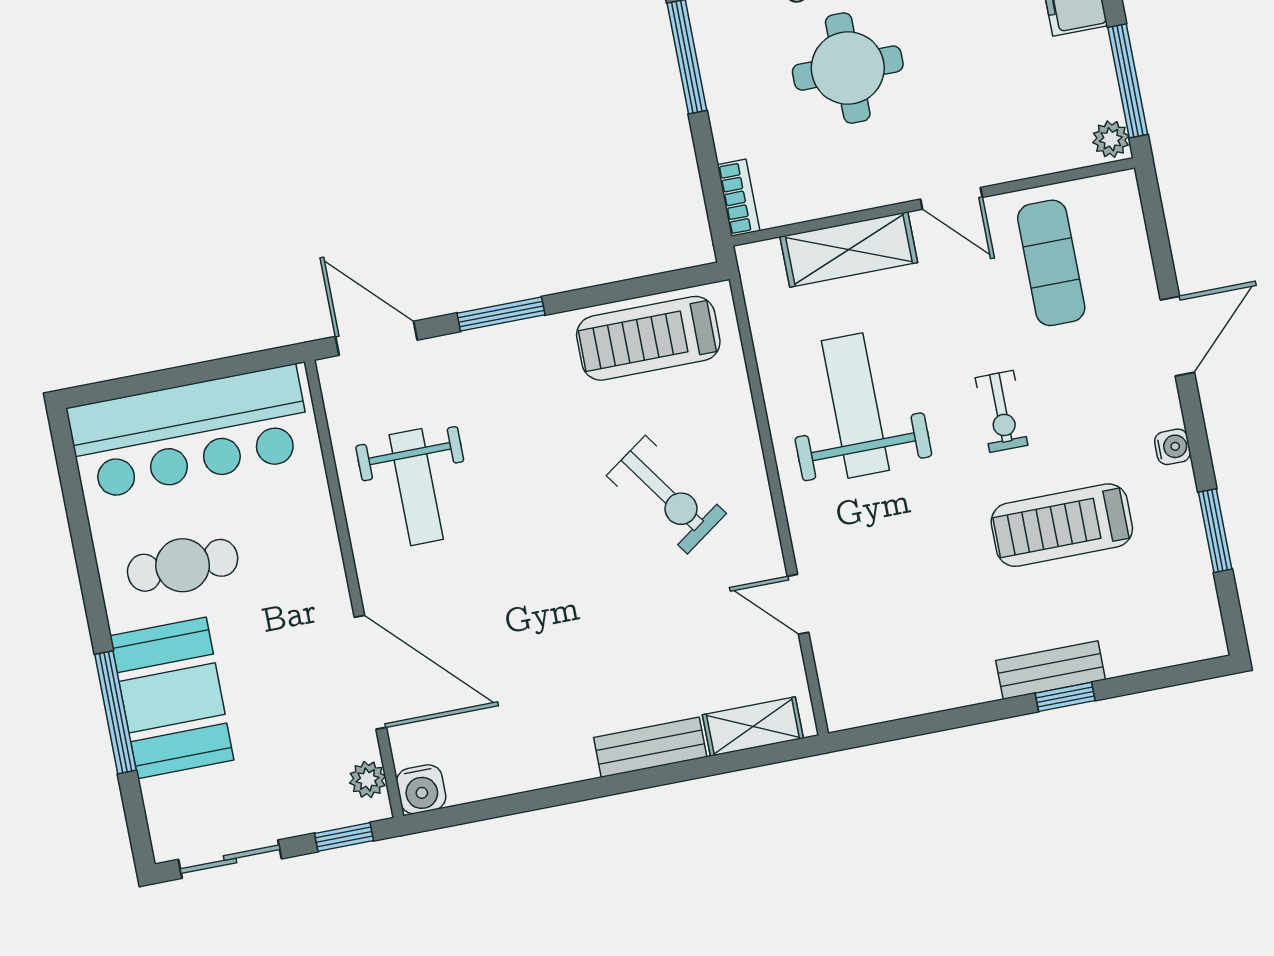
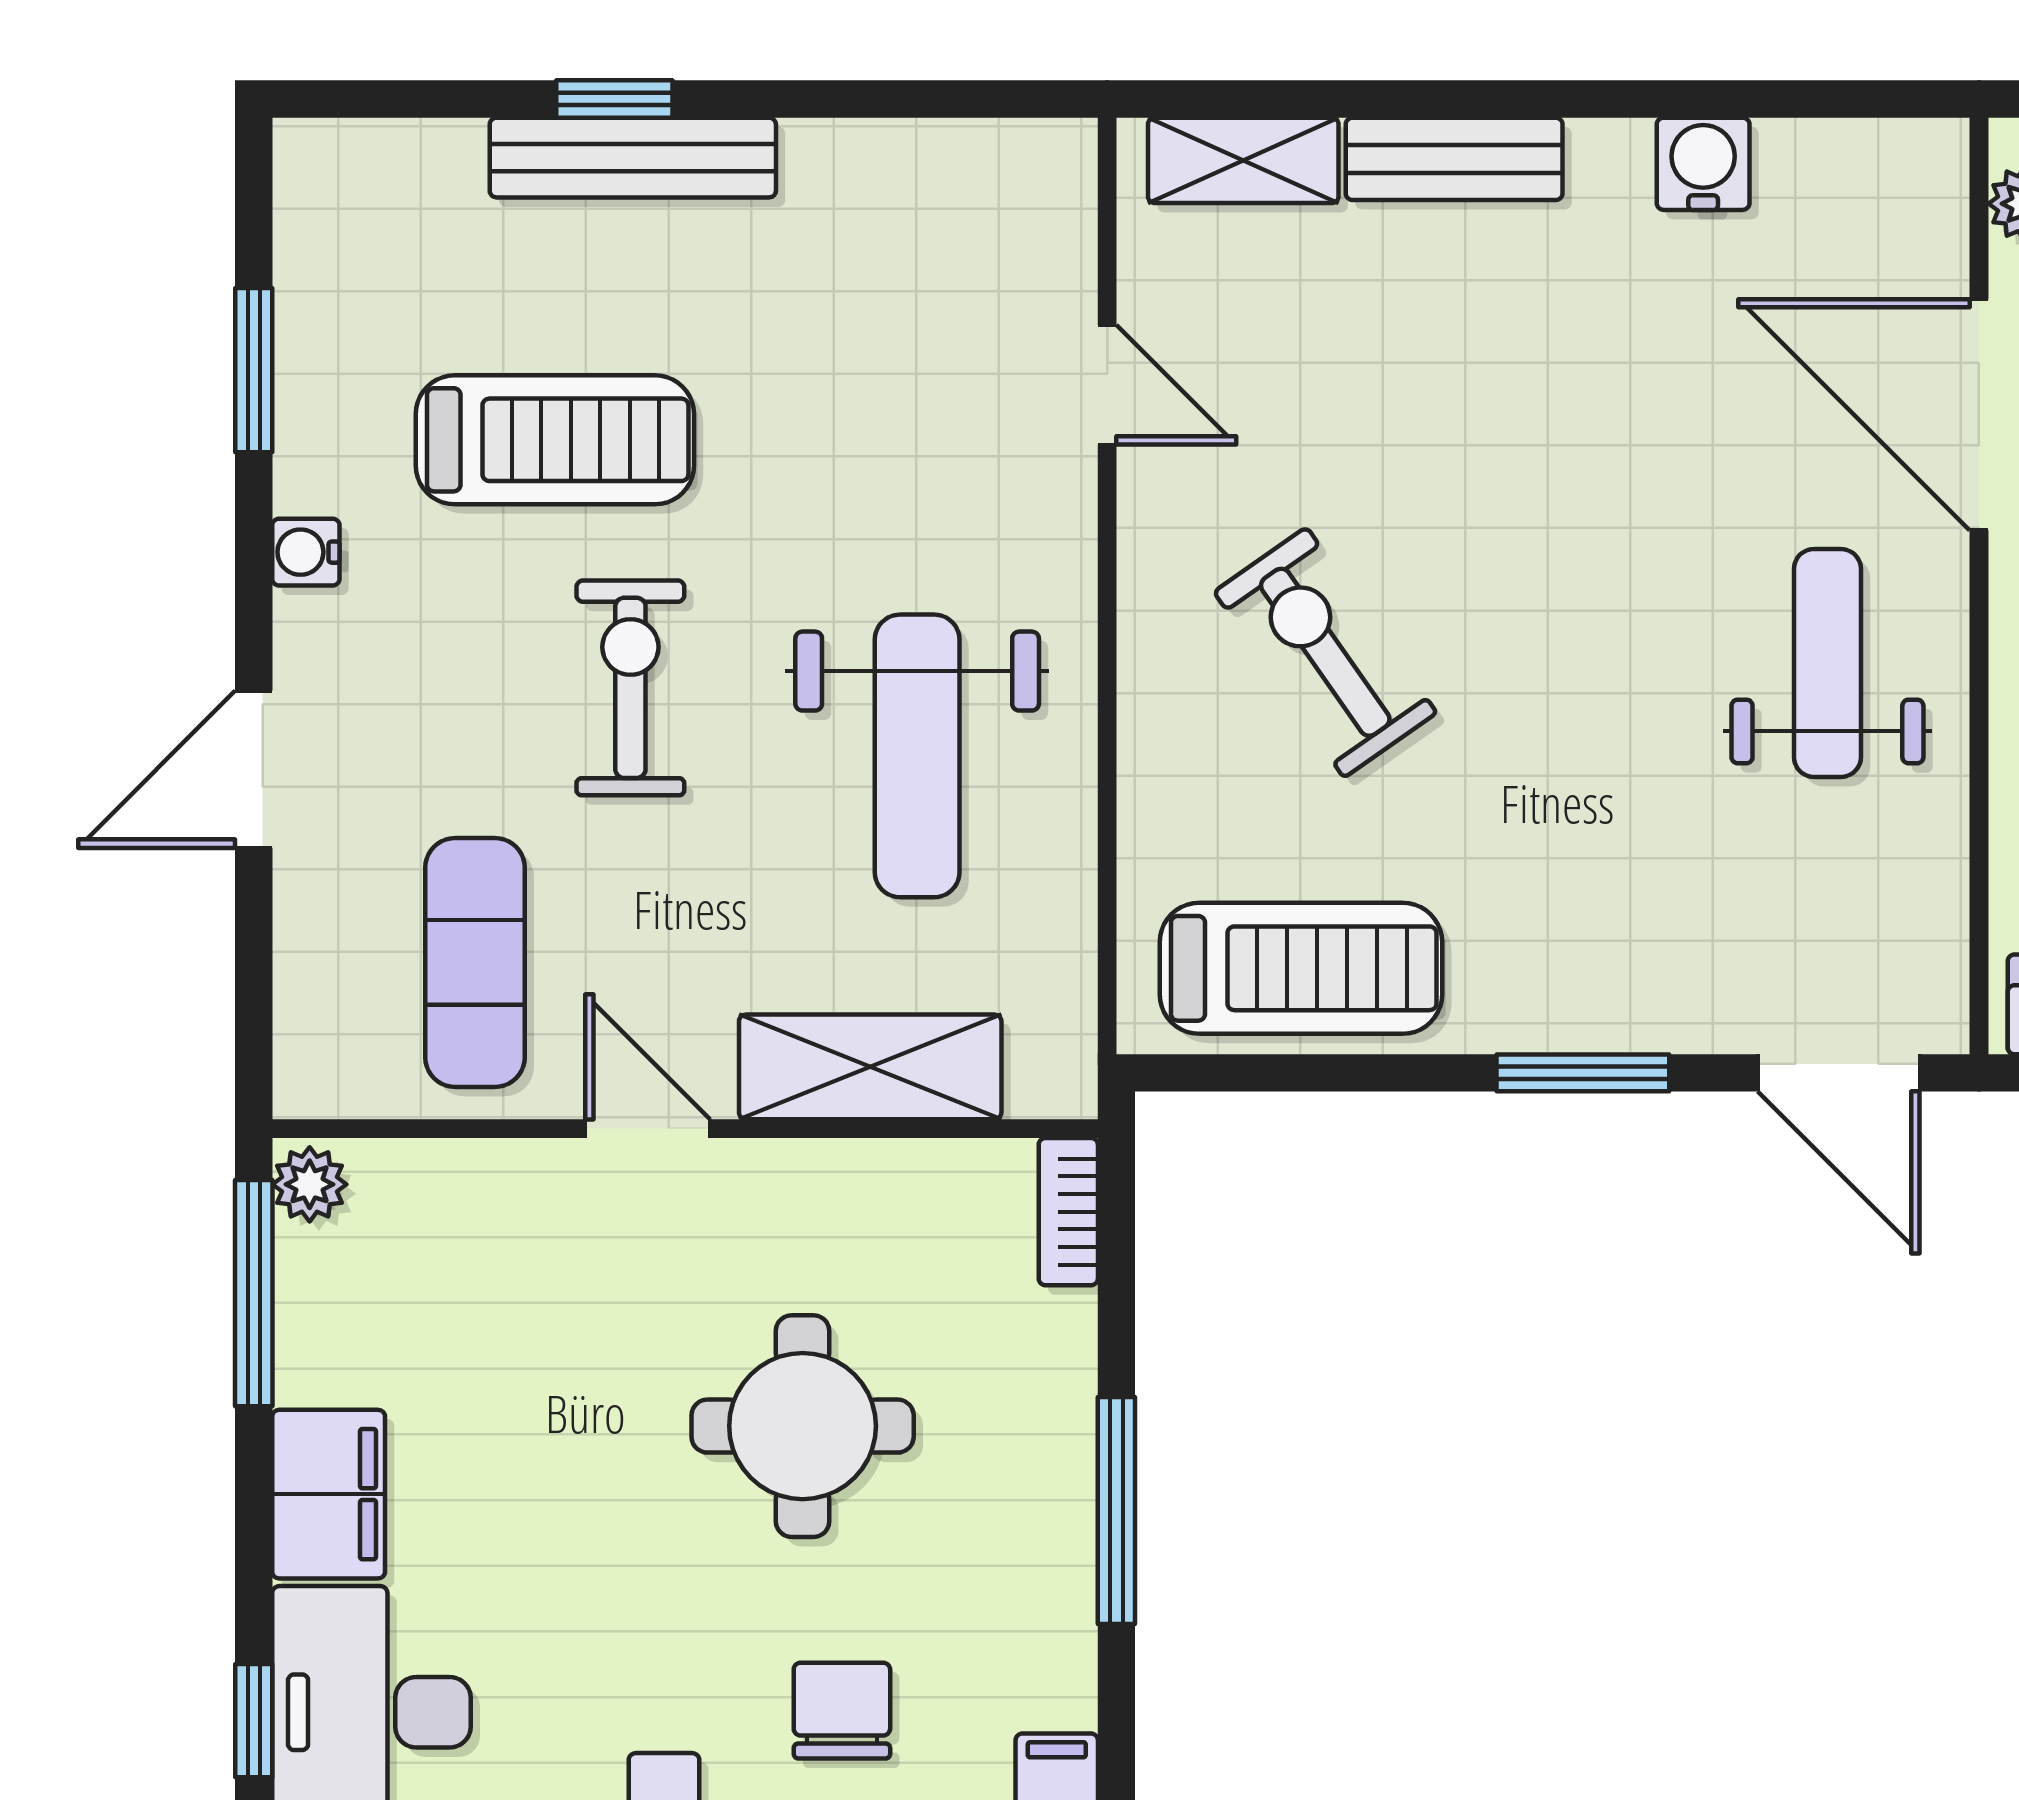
exercise bike: (1002, 411) -> (630, 688), width x1.38, depth x1.39
weight bench: (416, 487) -> (1827, 663), moved
bench: (1051, 670) -> (633, 158), width x1.36
water cooler: (421, 789) -> (1703, 164), moved

